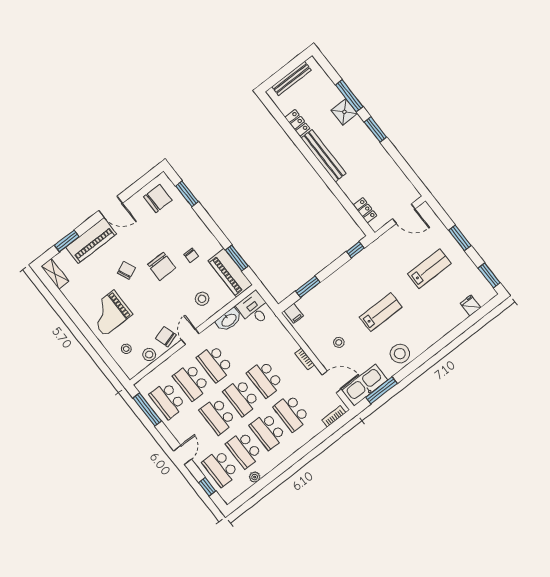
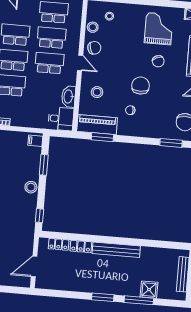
shower: (344, 112) -> (149, 290), moved
locker: (297, 123) -> (81, 246), moved
chair: (162, 266) -> (141, 86), turned 90
stool: (338, 280) -> (31, 187), added
grand piano: (109, 313) -> (159, 29), moved

